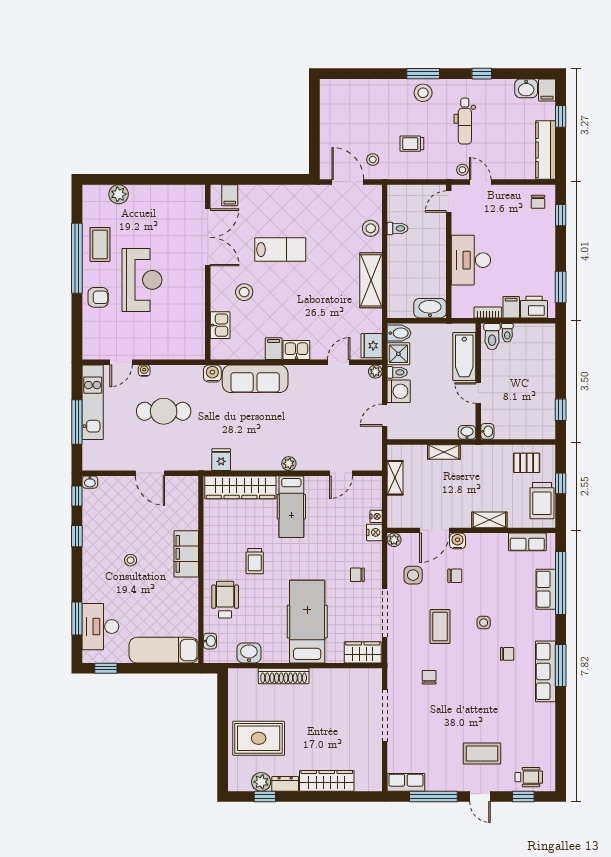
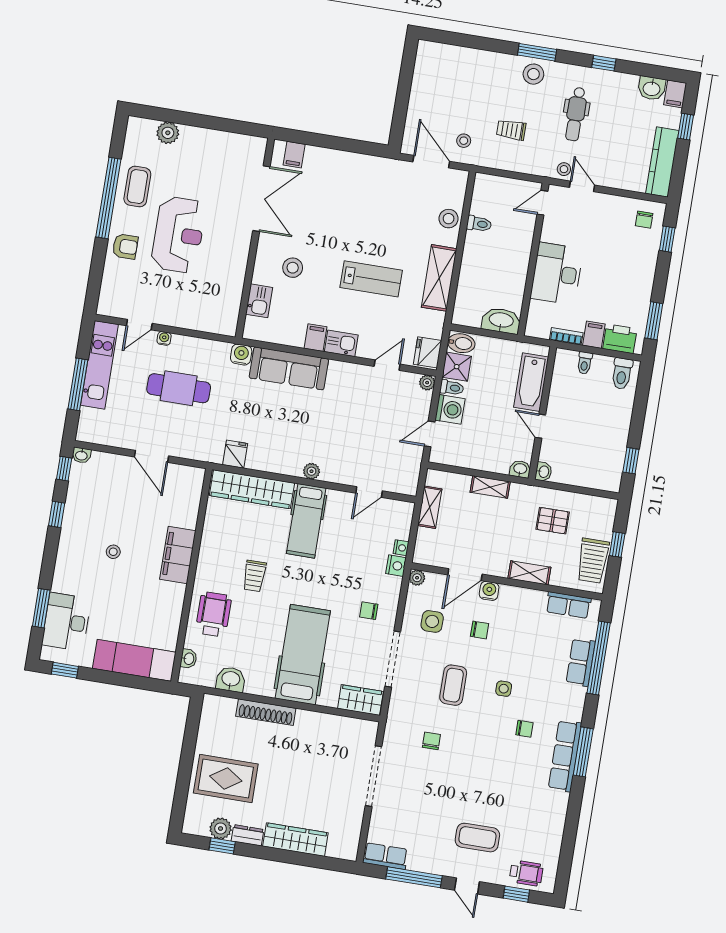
lab bench: (280, 250) -> (371, 279), moved
toilet: (492, 337) -> (622, 374), moved
pallet: (527, 463) -> (553, 521), moved

